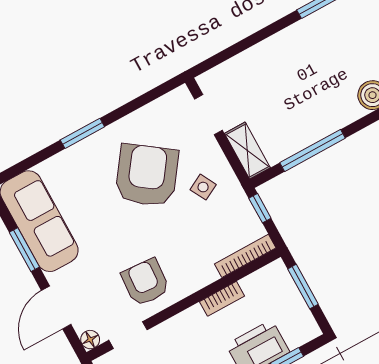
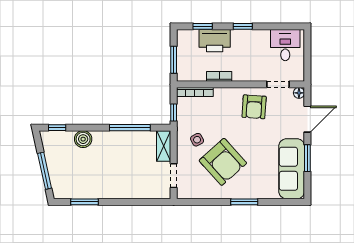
armchair: (147, 175) -> (223, 162), turned -78

